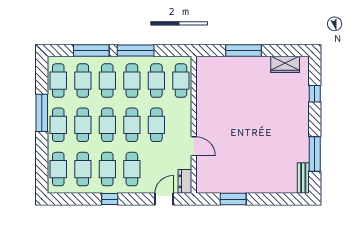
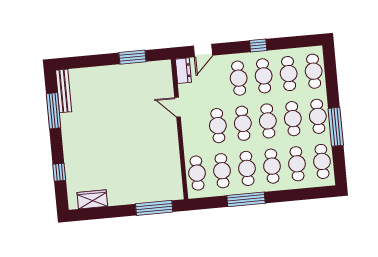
window: (91, 51) -> (291, 195), removed
window: (243, 51) -> (154, 208), moved
bench: (303, 178) -> (64, 91), width x1.36

